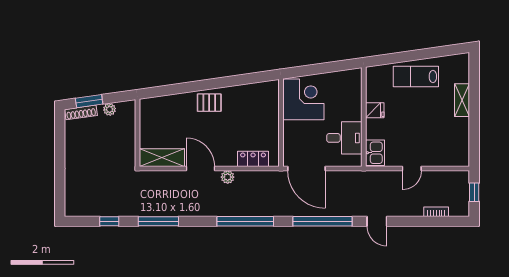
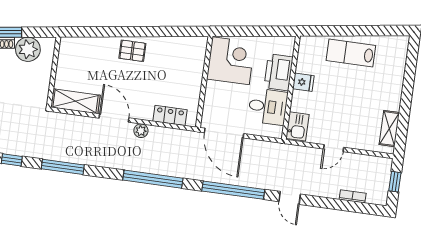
shelving: (462, 100) -> (389, 129), moved
printer: (350, 104) -> (278, 72), added
plant: (109, 109) -> (28, 49), width x1.88, depth x1.88

